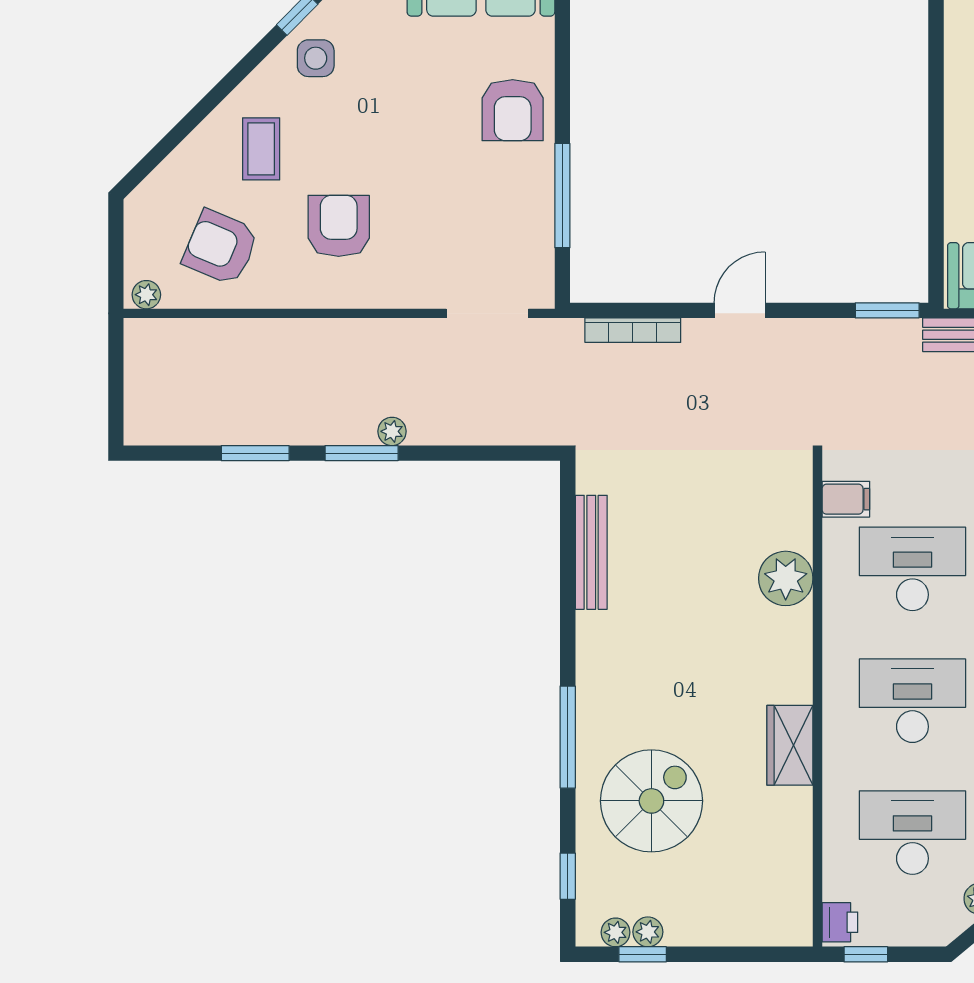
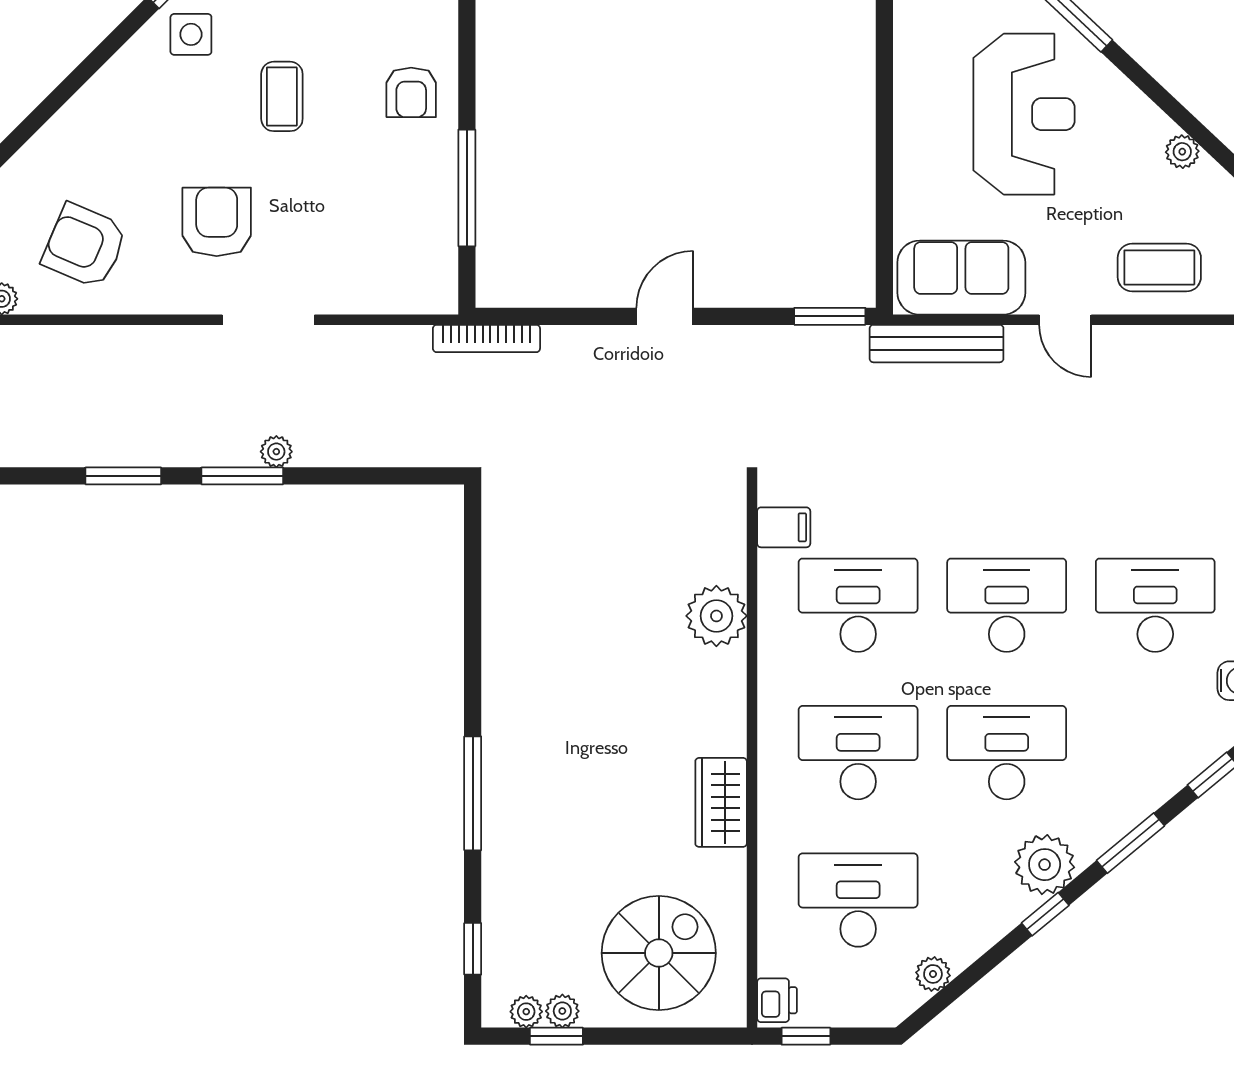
armchair: (513, 110) -> (411, 92), width x0.72, depth x0.72
coffee table: (261, 149) -> (282, 96), moved
doorway: (487, 313) -> (268, 320), moved
bookcase: (633, 330) -> (486, 338), moved
bench: (591, 552) -> (499, 587), removed
spiral stairs: (651, 801) -> (659, 953), moved

